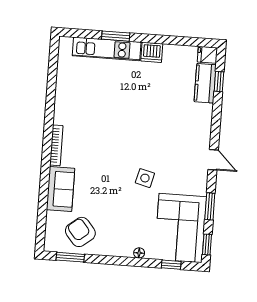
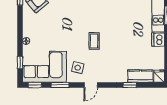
window: (219, 82) -> (130, 85), moved
coffee table: (147, 150) -> (94, 41), added
side table: (145, 178) -> (78, 68), moved

